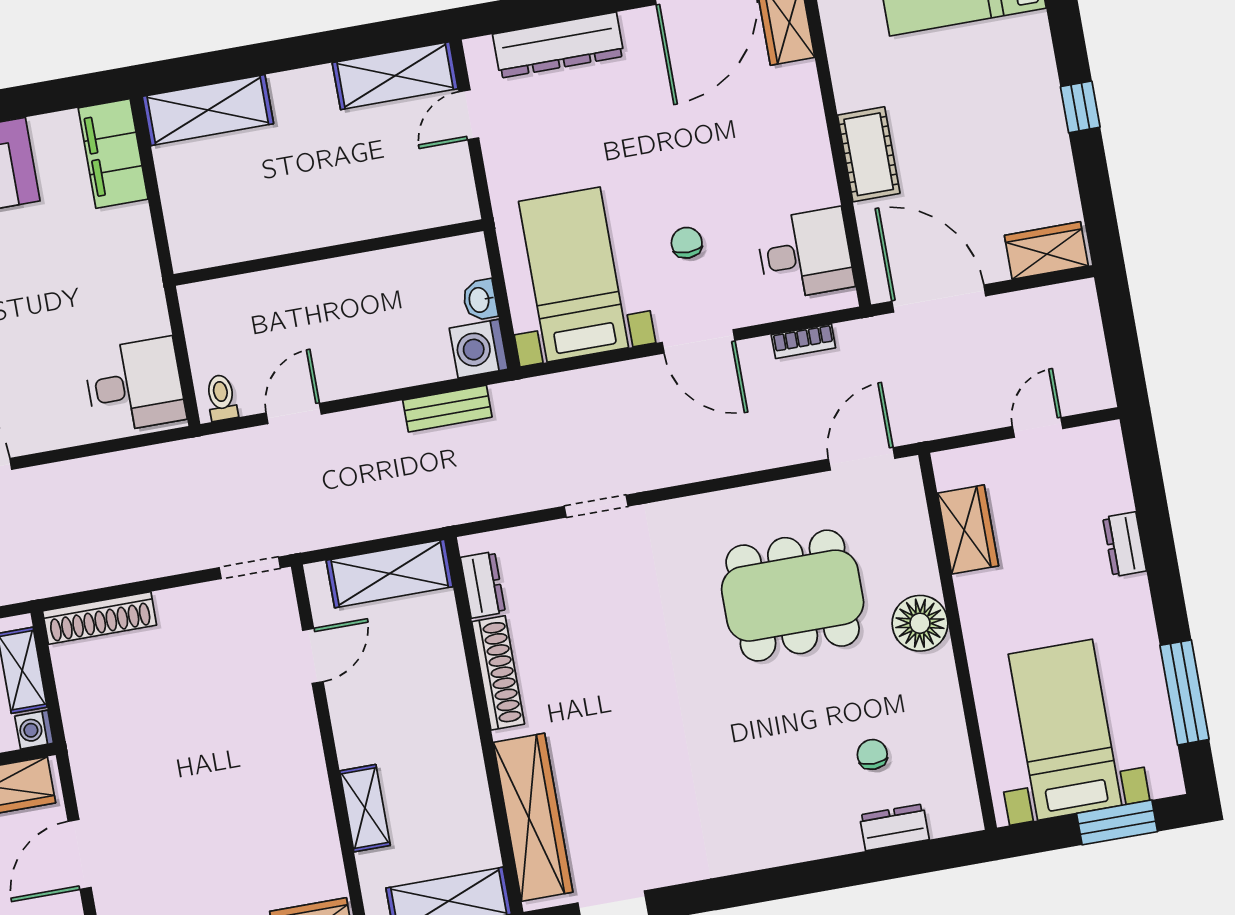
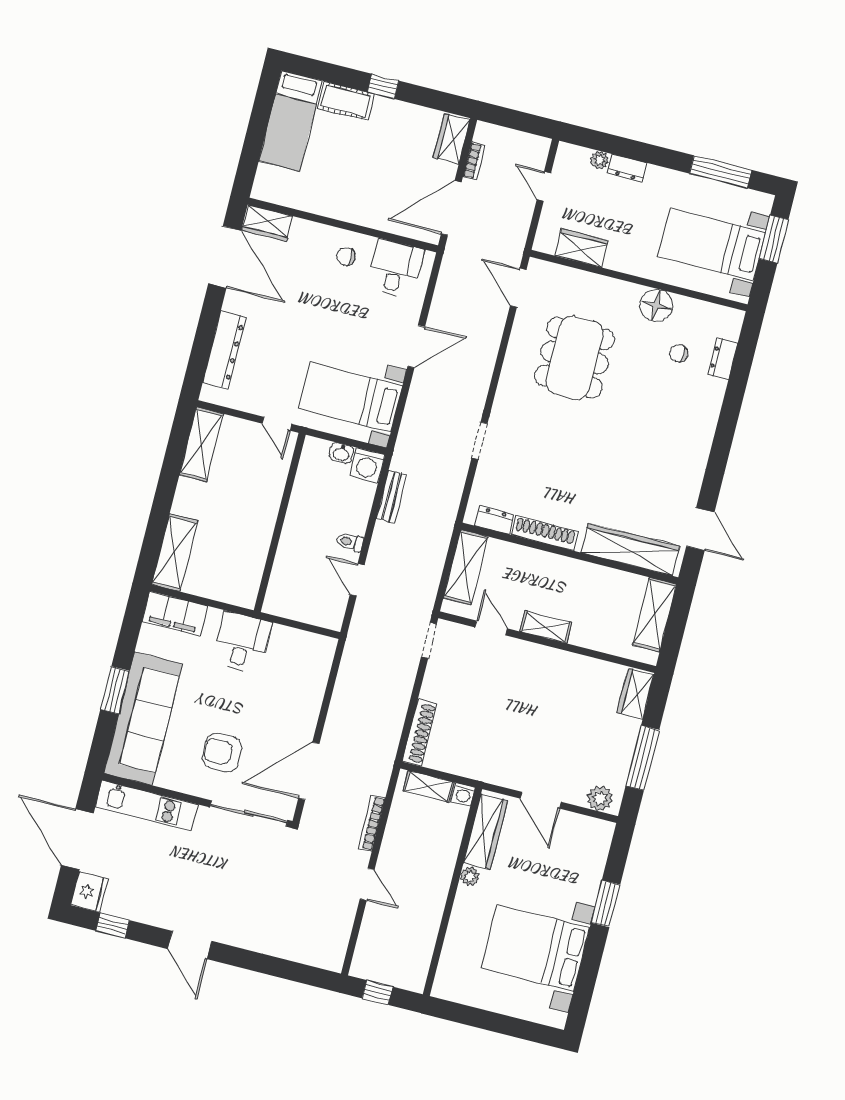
door: (469, 115) -> (277, 424), moved
cot: (869, 154) -> (346, 101), moved
chair: (687, 243) -> (346, 256), moved
bookcase: (803, 341) -> (474, 161), moved
desk: (135, 385) -> (242, 642), moved
toilet: (221, 398) -> (350, 542), moved
plant: (1117, 496) -> (600, 160), added
floor lamp: (920, 623) -> (656, 305), moved
shelving: (365, 808) -> (546, 627), moved

